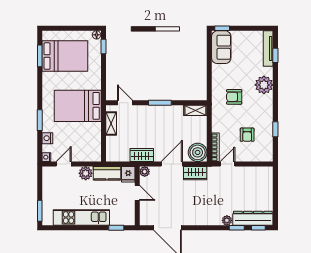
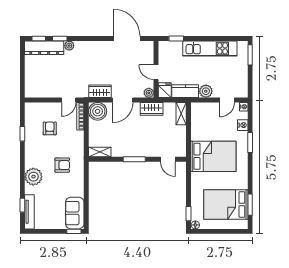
shelving: (111, 124) -> (181, 114), moved

